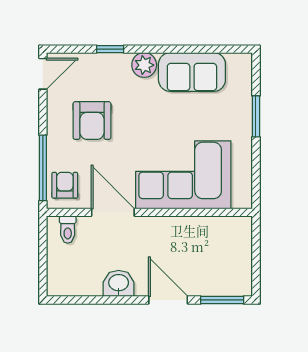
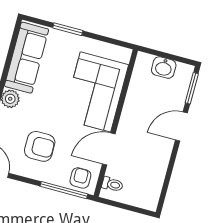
sofa: (192, 72) -> (27, 58), width x1.36
armchair: (65, 185) -> (80, 178), turned 90
washbasin: (119, 283) -> (164, 68), moved, turned -90

